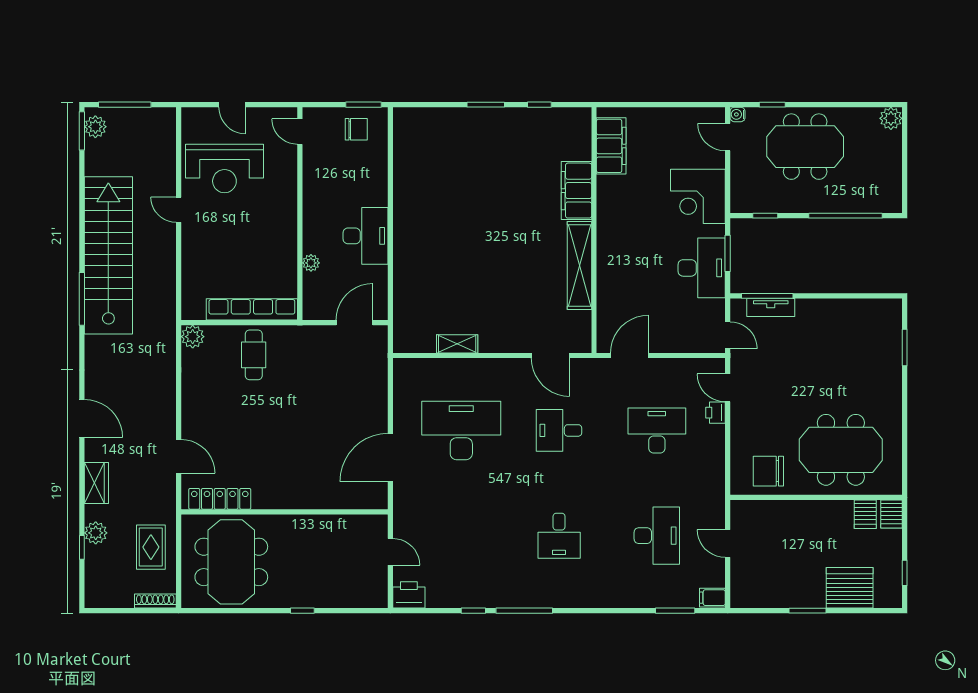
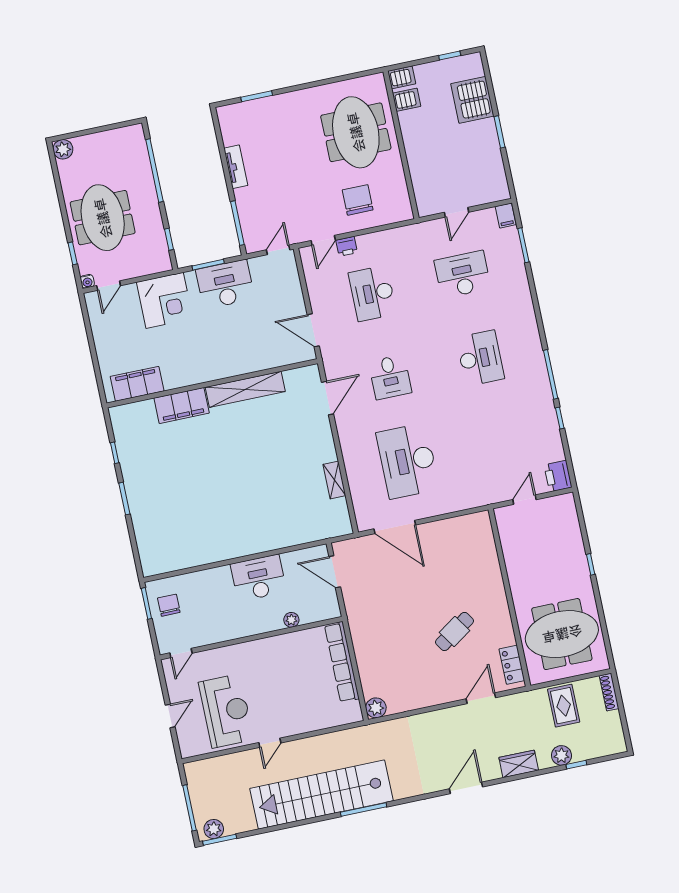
tv unit: (771, 307) -> (236, 167), moved
cafe table: (254, 355) -> (455, 631), moved, turned -34
door: (390, 458) -> (395, 527), moved
chair: (768, 471) -> (358, 200), moved, turned 180
locker: (220, 499) -> (512, 665), width x0.66
desk: (559, 536) -> (480, 358), width x1.37
rug: (151, 547) -> (564, 706), turned 90

